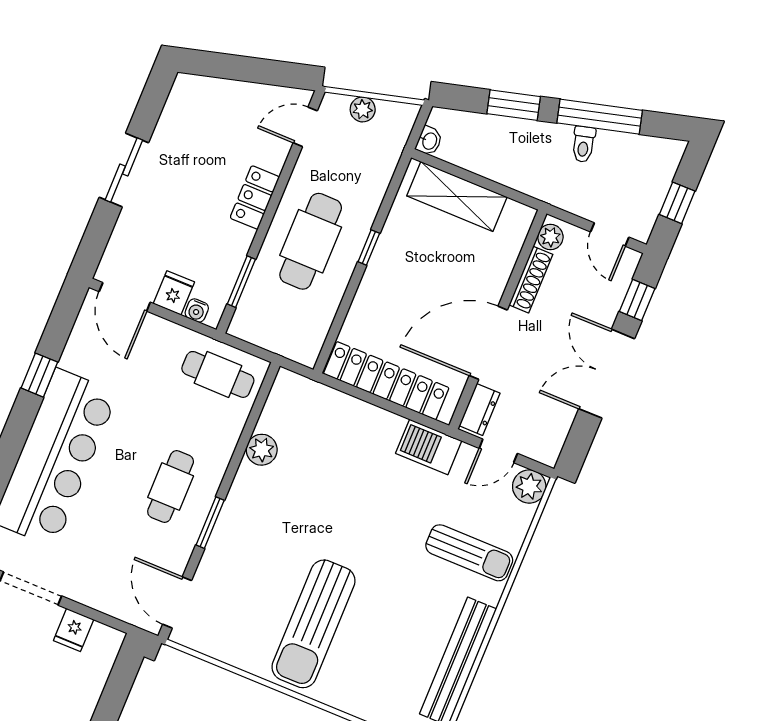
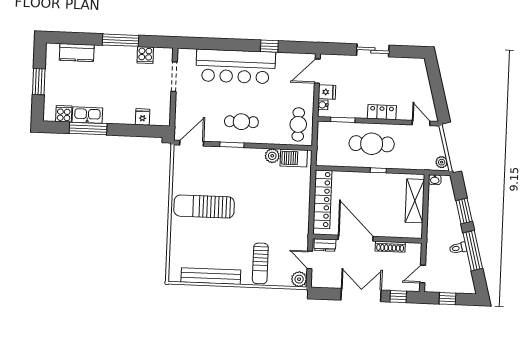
plant: (363, 109) -> (442, 162), moved
plant: (550, 237) -> (412, 248), removed
barbecue: (429, 447) -> (294, 158), moved, turned -90
fridge: (74, 630) -> (143, 117), moved, turned 90

